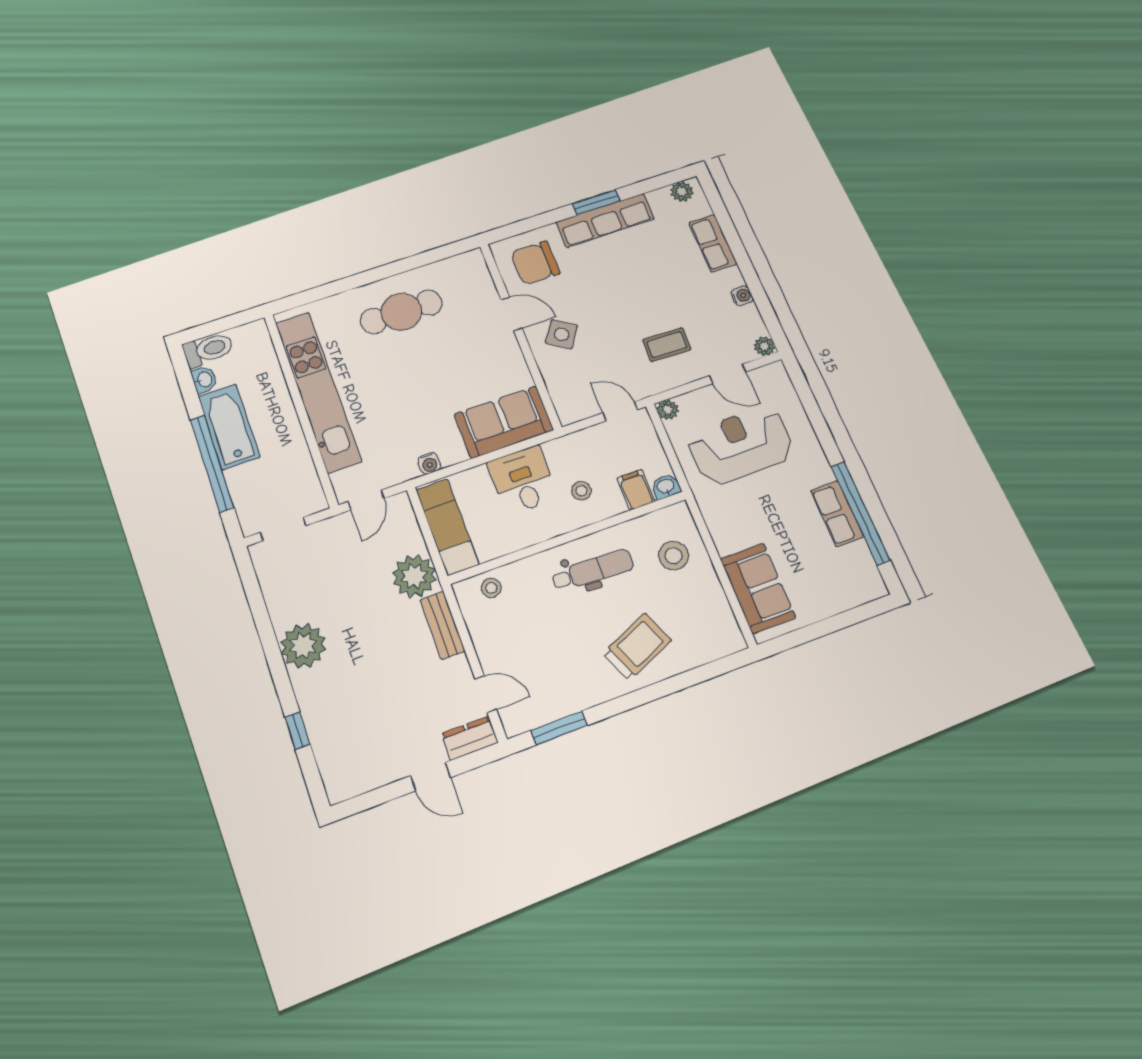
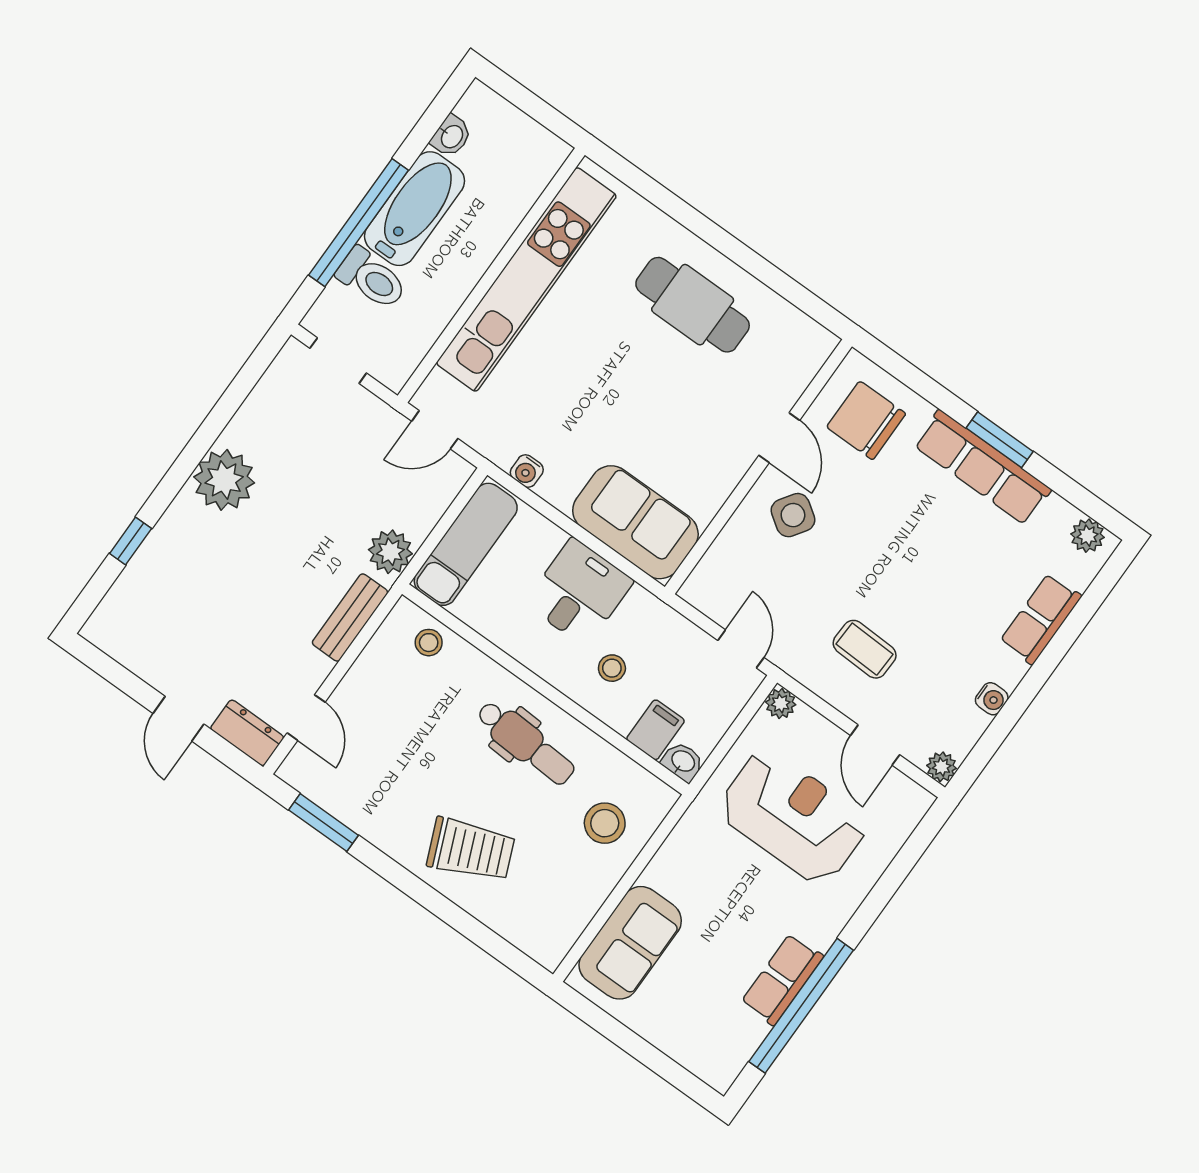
toilet: (208, 349) -> (372, 279), moved
plant: (414, 576) -> (390, 552), width x0.73, depth x0.73

